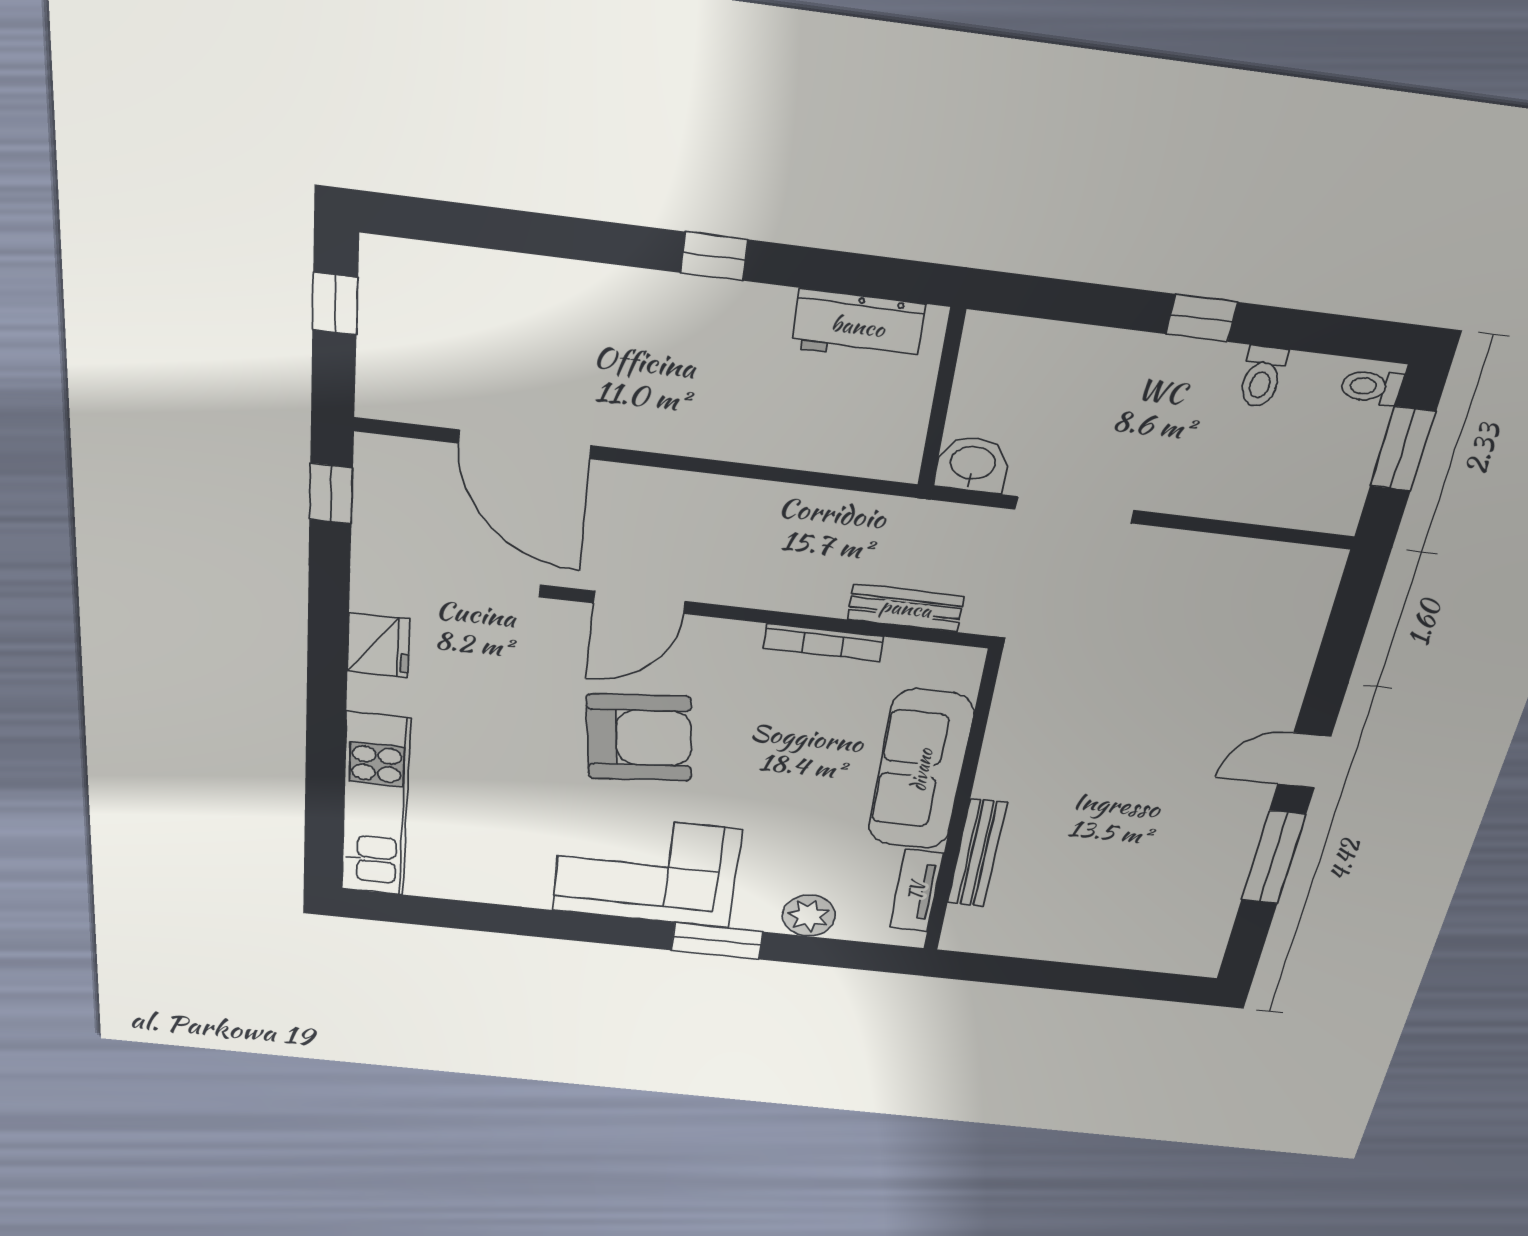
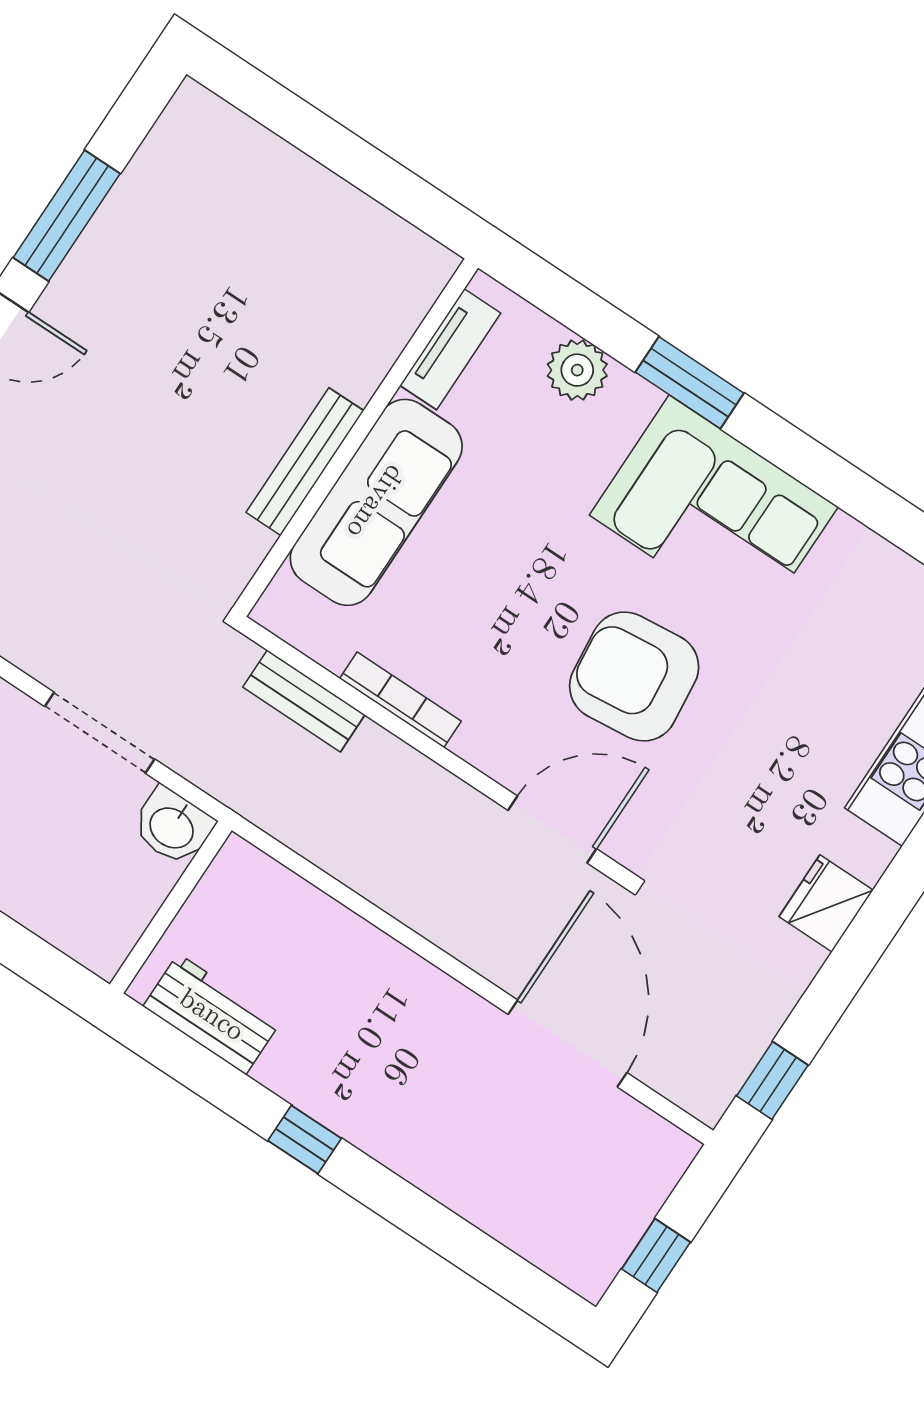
bench: (977, 853) -> (305, 462), moved

